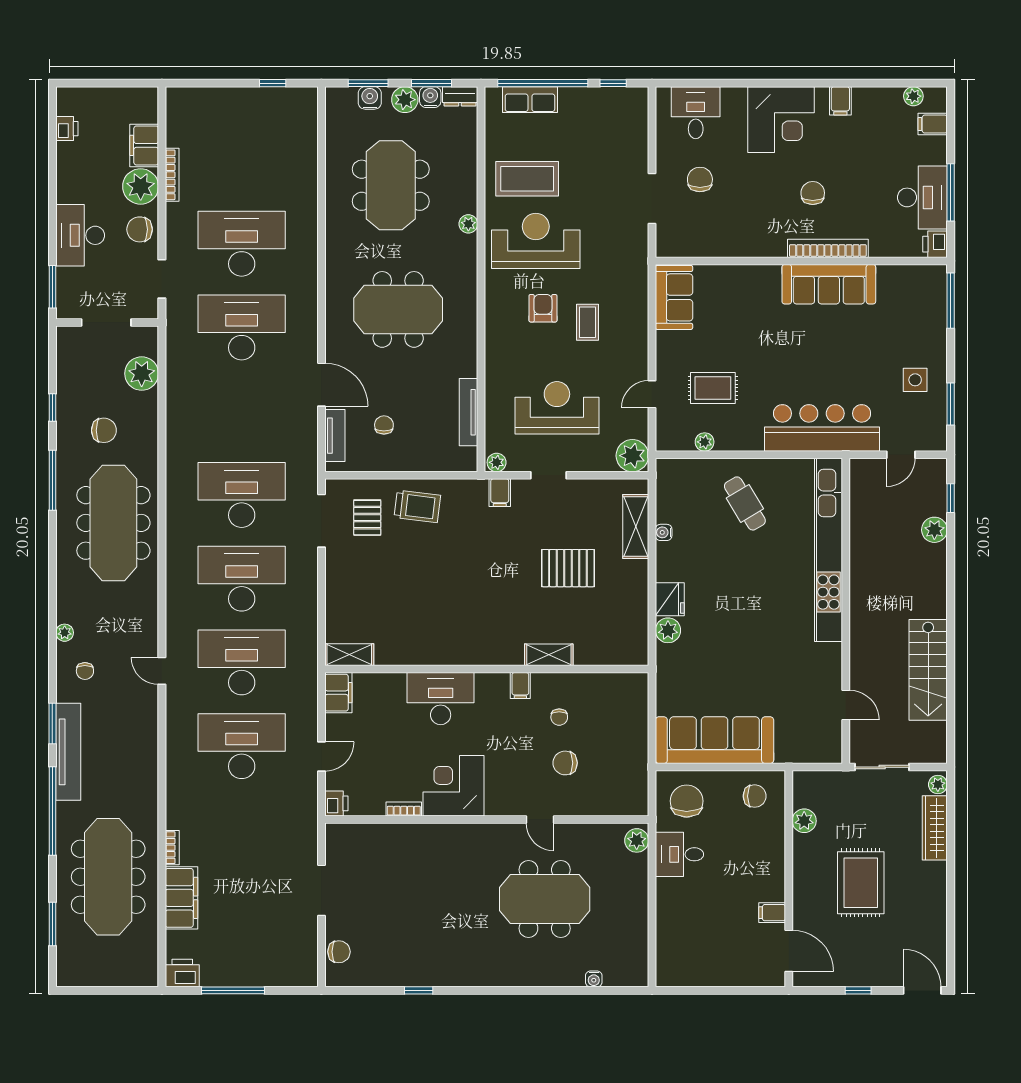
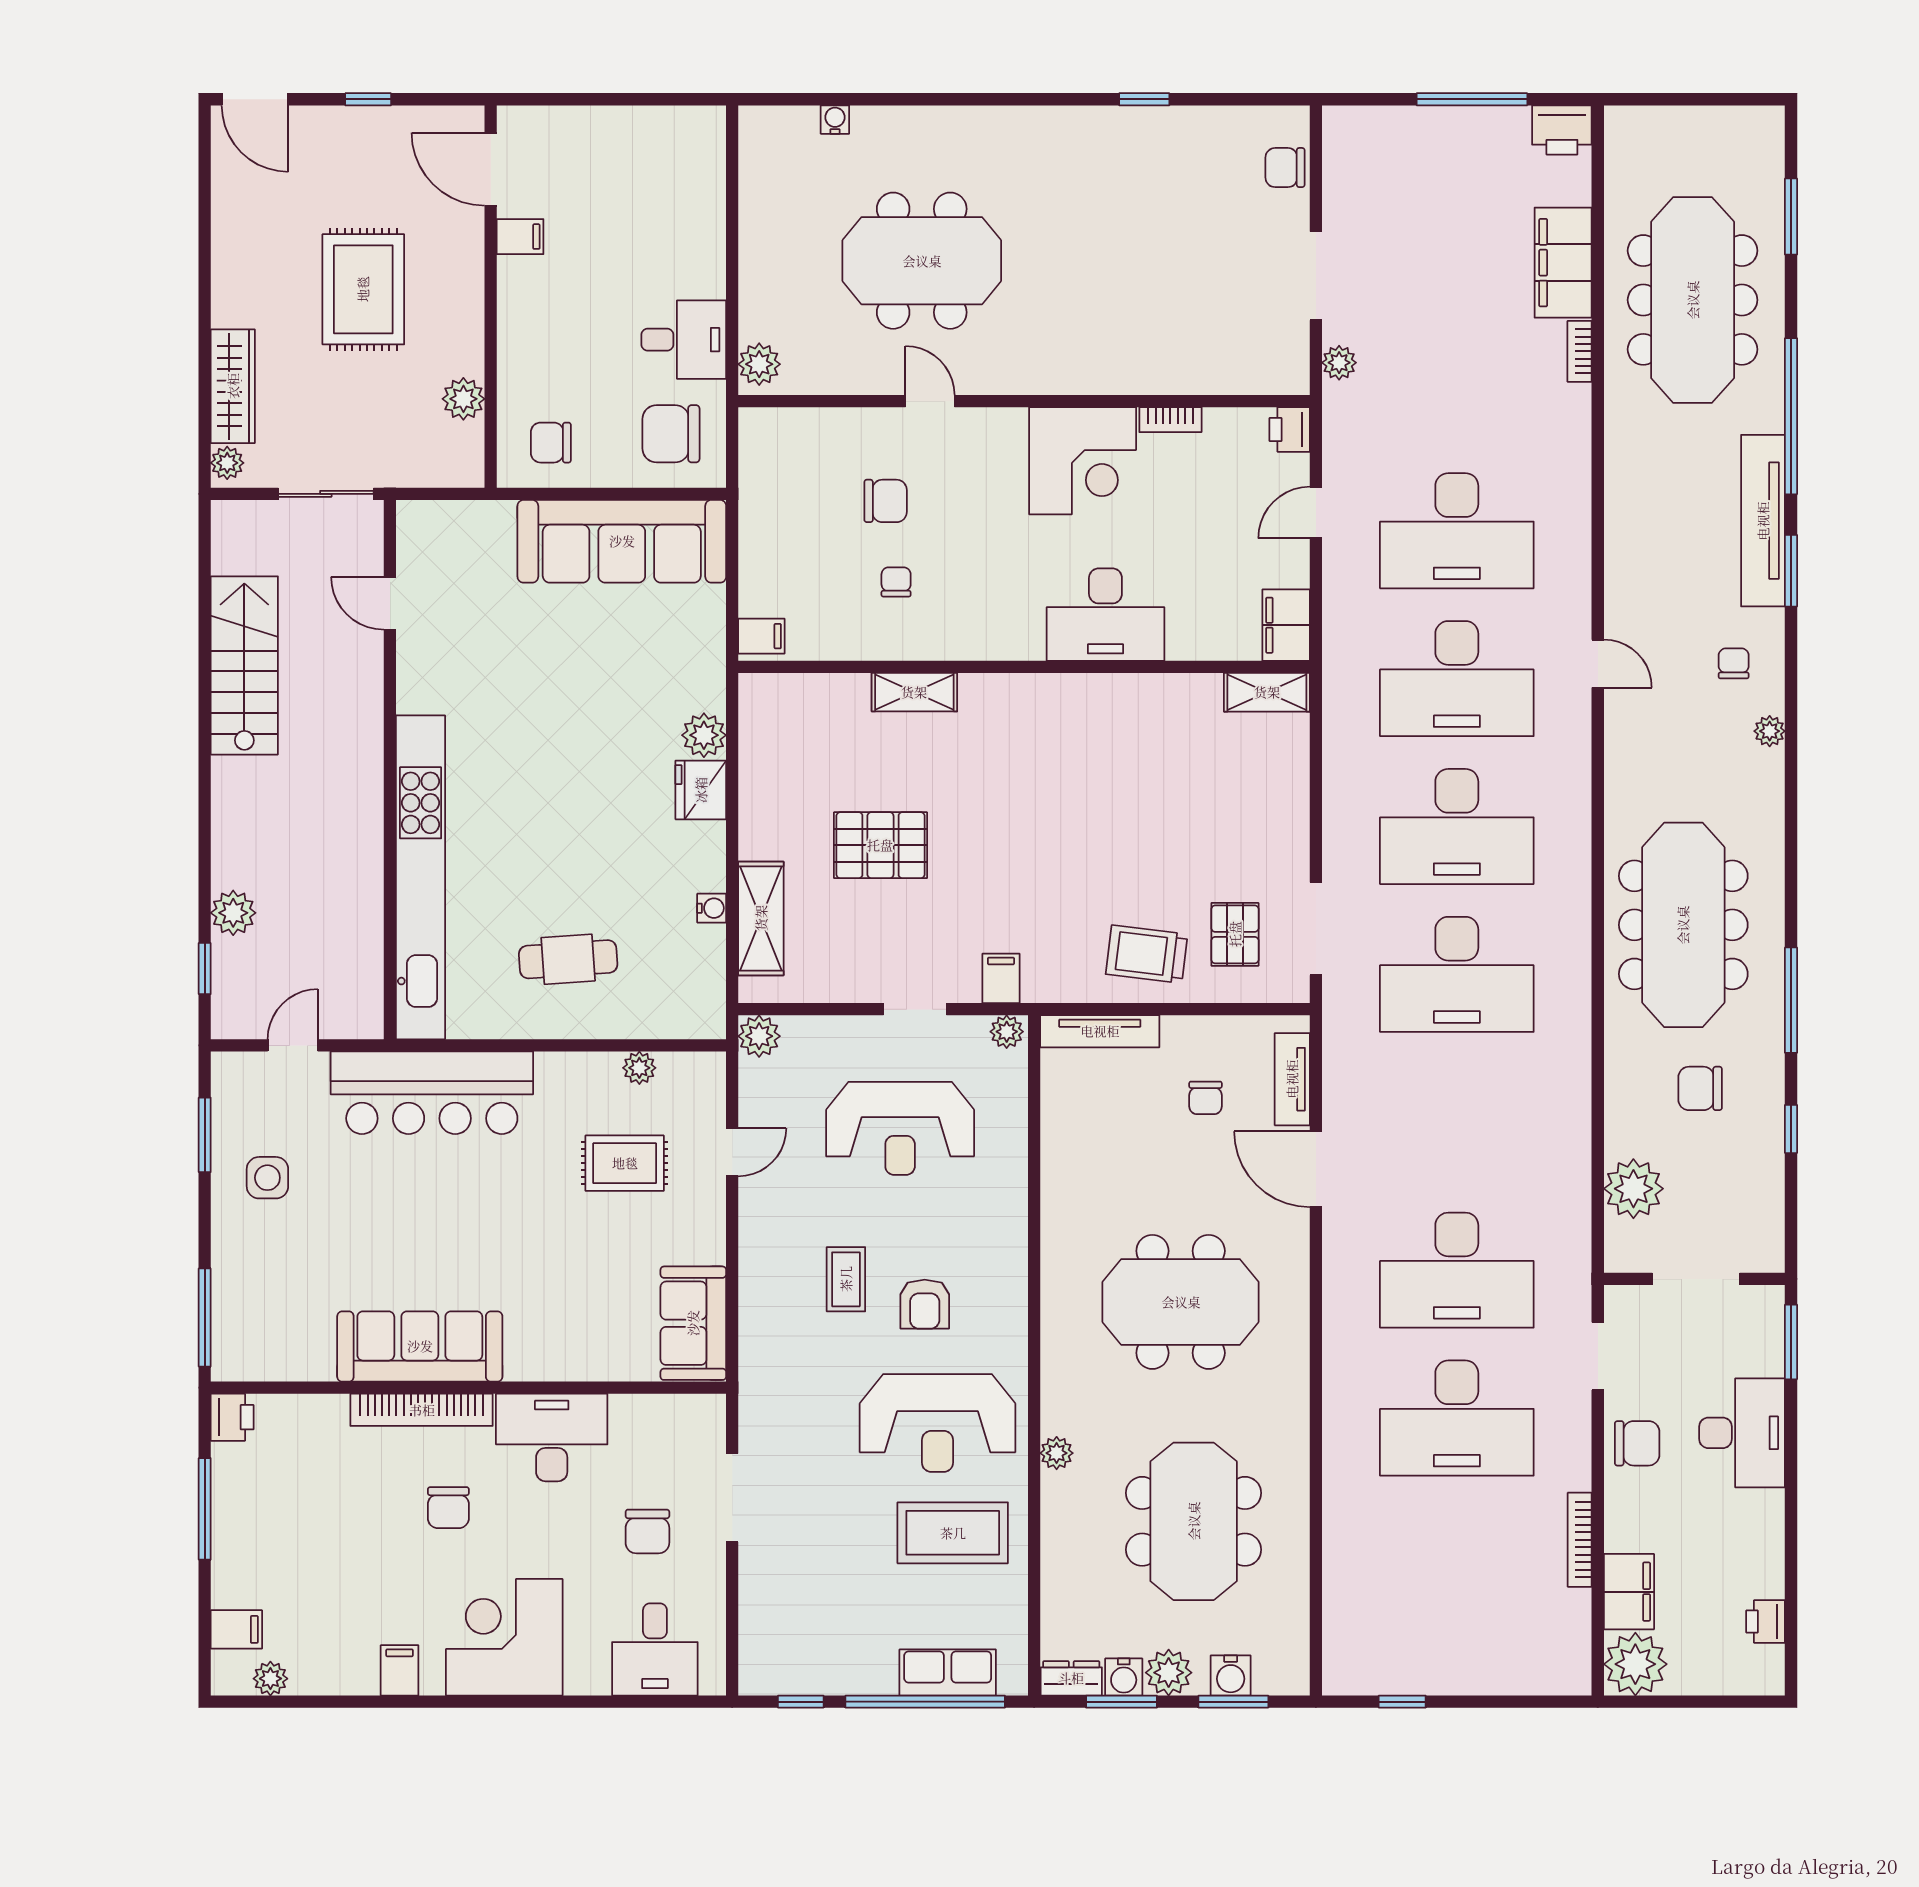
plant: (141, 186) -> (1635, 1664), moved
desk: (922, 197) -> (552, 1437), moved, turned 90
tv unit: (468, 412) -> (1100, 1031), moved, turned 90
plant: (632, 456) -> (759, 1036), width x0.73, depth x0.73
cafe table: (745, 503) -> (568, 959), turned -63
filing cabinet: (520, 686) -> (761, 636), moved, turned 90
chair: (687, 801) -> (671, 434), turned 90
plant: (308, 841) -> (1339, 363), added

